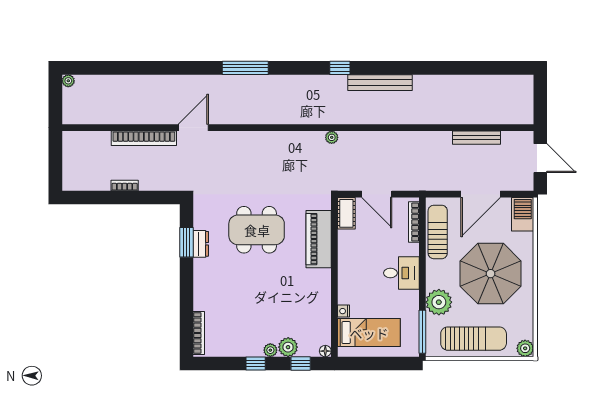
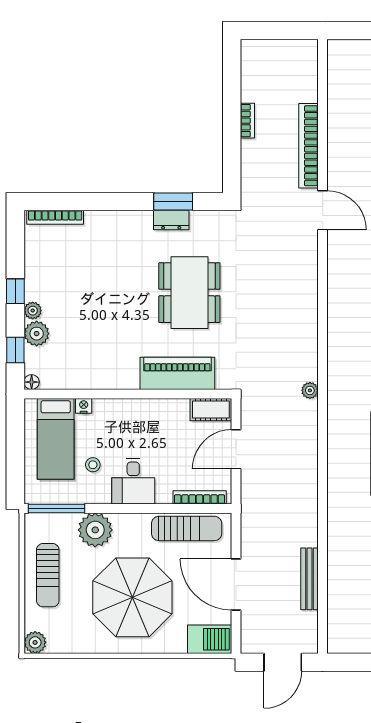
stool: (389, 304) -> (93, 465), added
sun lounger: (474, 339) -> (48, 575), width x0.73, depth x0.75

